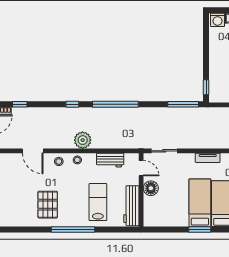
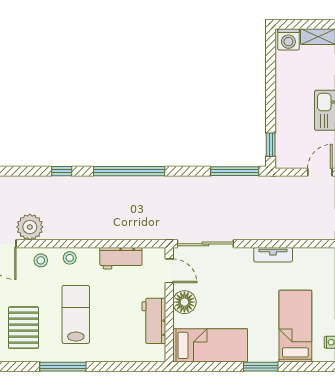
plant: (83, 140) -> (30, 227), moved
sliding door: (164, 151) -> (205, 244), width x1.37
lab bench: (98, 202) -> (76, 314), moved
bed: (200, 203) -> (210, 345), moved, turned 90
workbench: (131, 206) -> (154, 321), width x0.73
window: (73, 230) -> (63, 367), width x0.68

